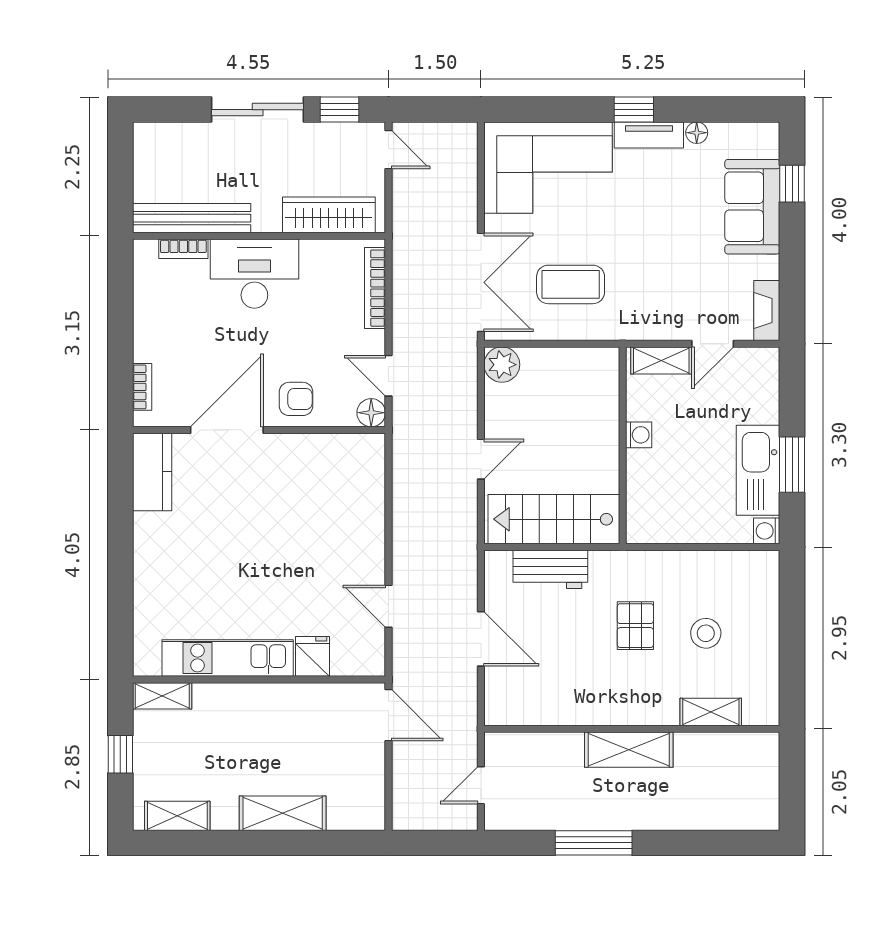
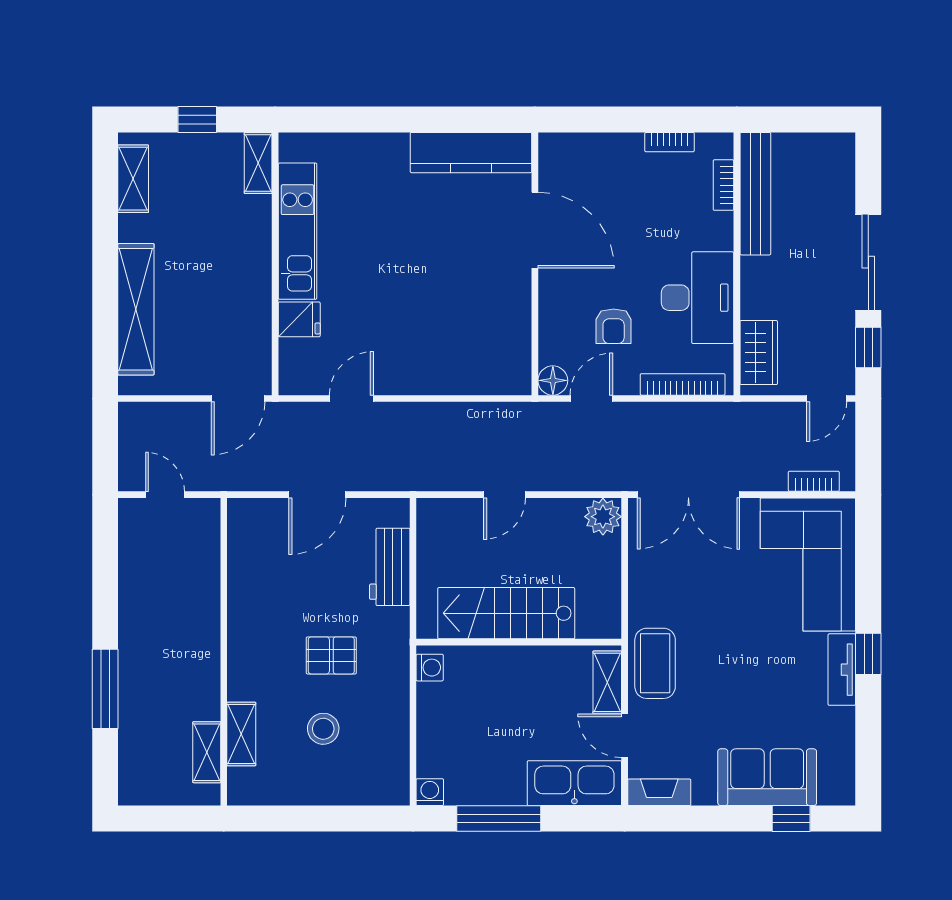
floor lamp: (697, 133) -> (844, 719), removed
bookcase: (468, 162) -> (814, 481), added
wardrobe: (329, 215) -> (759, 353), width x0.67
desk: (254, 274) -> (698, 298), moved
coffee table: (571, 284) -> (655, 663), moved
bookcase: (142, 387) -> (670, 142), moved
armchair: (296, 399) -> (614, 326), moved
washing machine: (639, 435) -> (430, 668), moved, turned -90
door: (481, 459) -> (504, 495), hinge flipped
window: (792, 465) -> (499, 819), width x1.44
kitchen sink: (758, 470) -> (574, 783), moved
kitchen counter: (152, 472) -> (471, 153), width x1.50
stairs: (554, 519) -> (506, 613), moved, turned -90
shelving: (629, 750) -> (207, 752), moved, width x0.67, depth x0.75
shelving: (283, 813) -> (136, 309), width x1.47
window: (594, 843) -> (105, 689), moved

